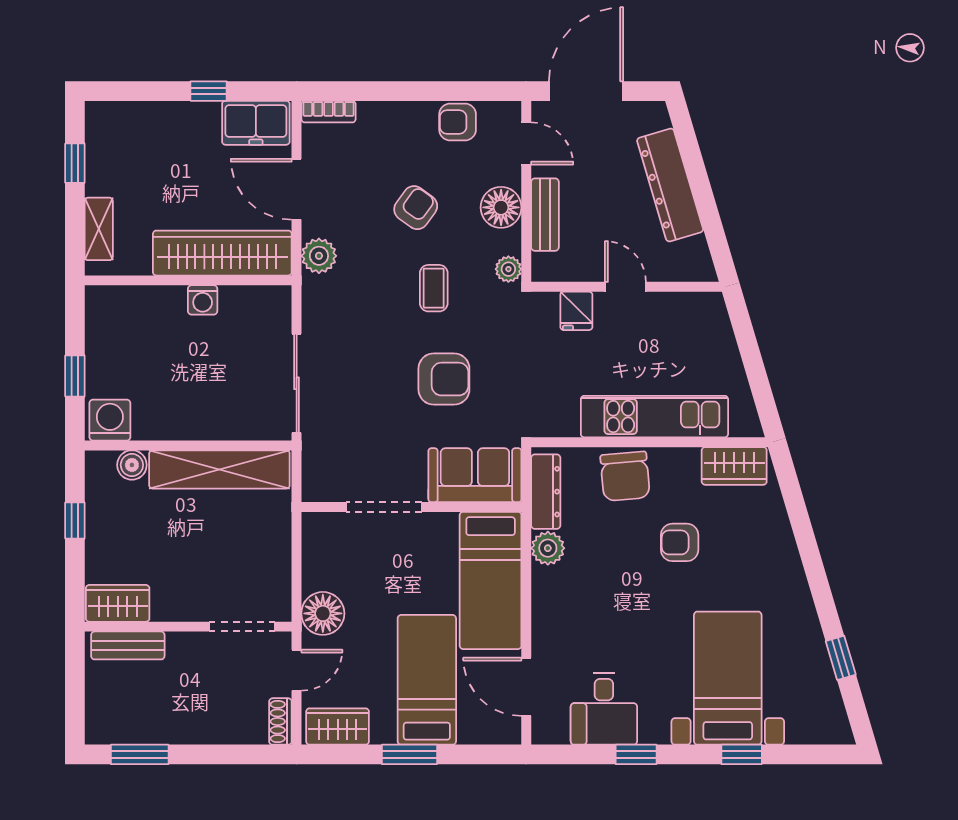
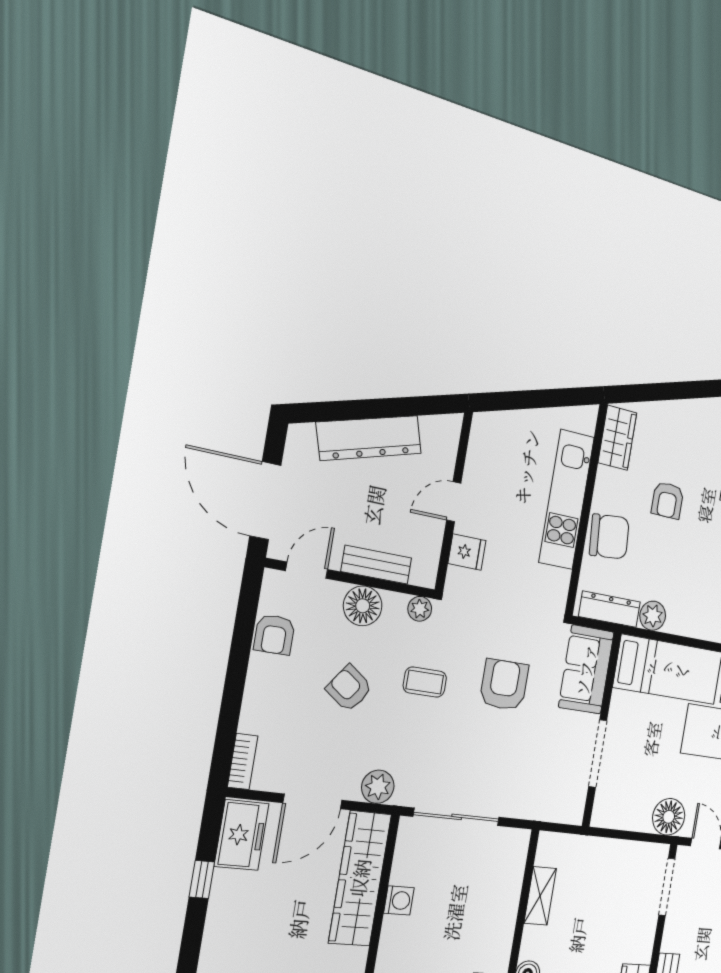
sliding door: (297, 383) -> (457, 817), moved
shelving: (219, 469) -> (540, 896), width x0.45, depth x0.75

